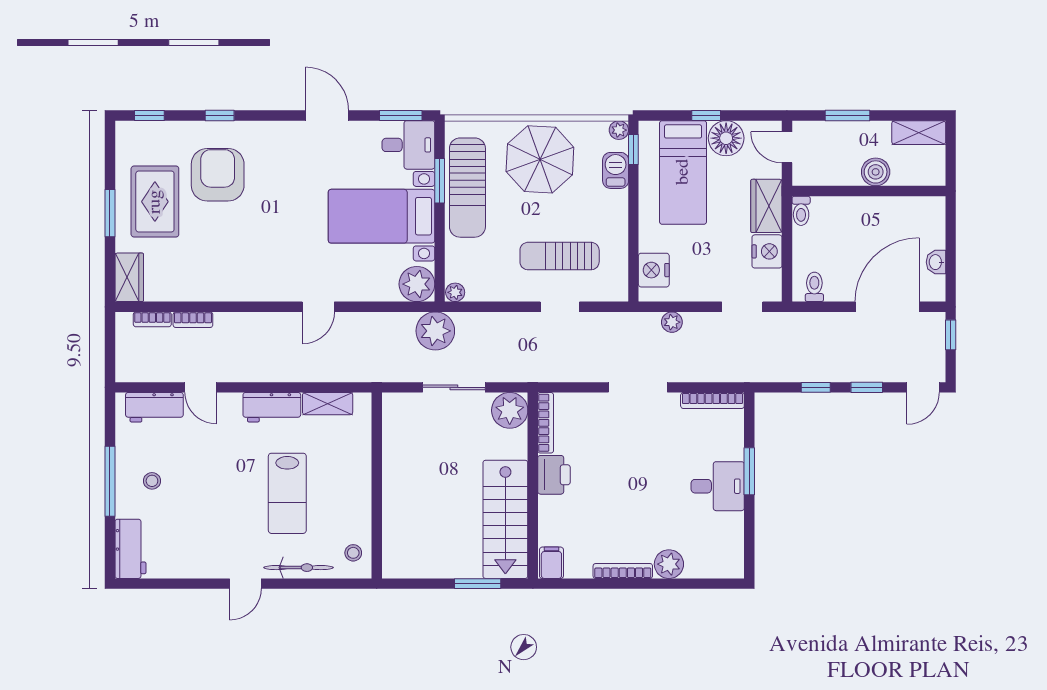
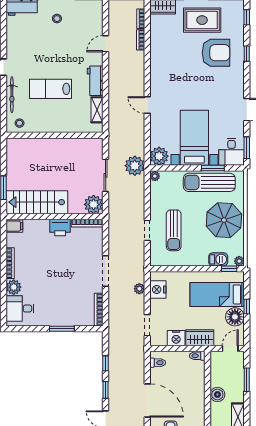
sun lounger: (560, 256) -> (174, 230), turned 180
nightstand: (654, 270) -> (158, 290), moved, turned -90
workbench: (154, 407) -> (95, 20), removed
desk: (718, 486) -> (20, 308), moved, turned 90

